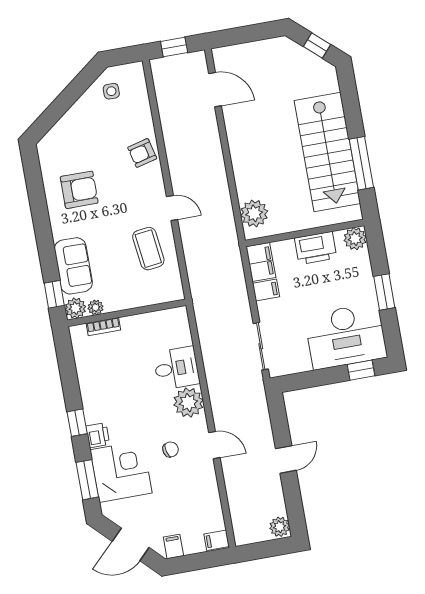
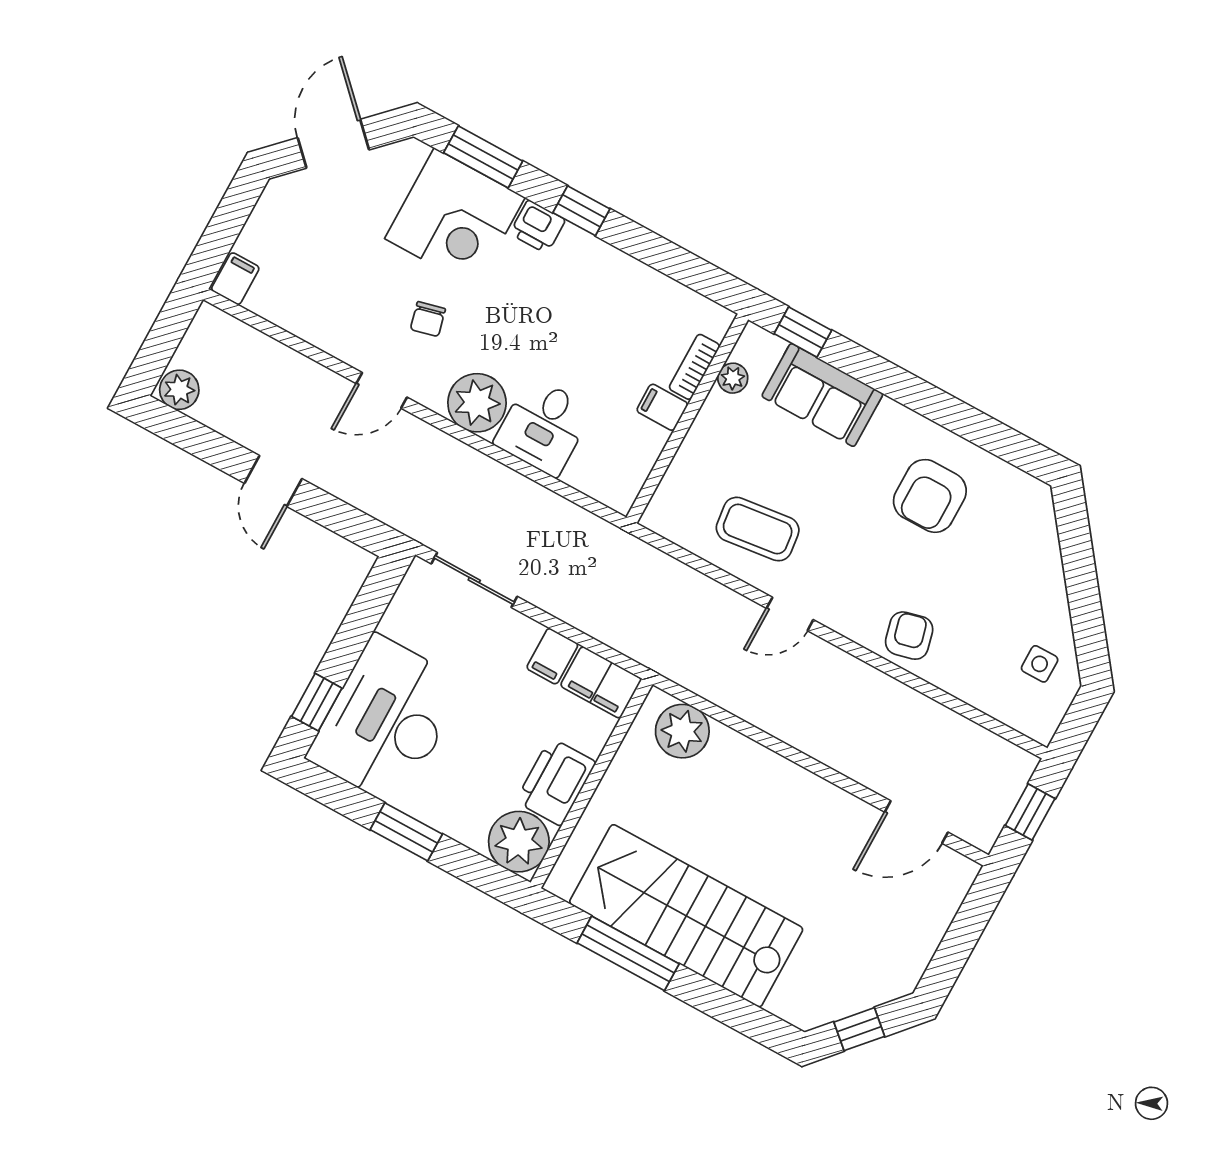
plant: (355, 239) -> (519, 842), width x1.36, depth x1.36
plant: (75, 308) -> (756, 347), removed
filing cabinet: (173, 546) -> (662, 407), moved, turned 180

